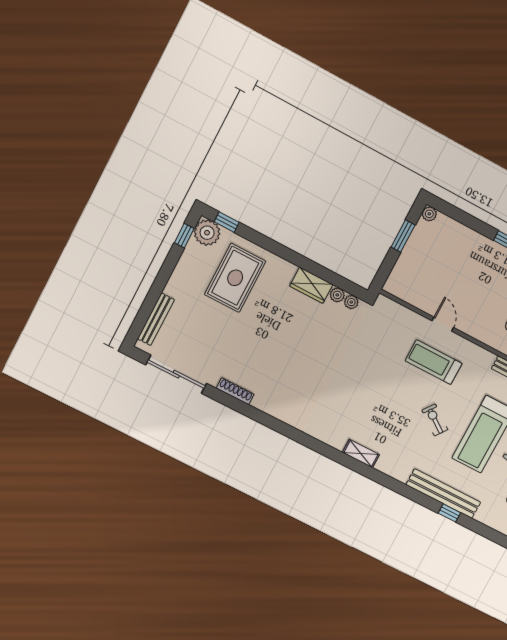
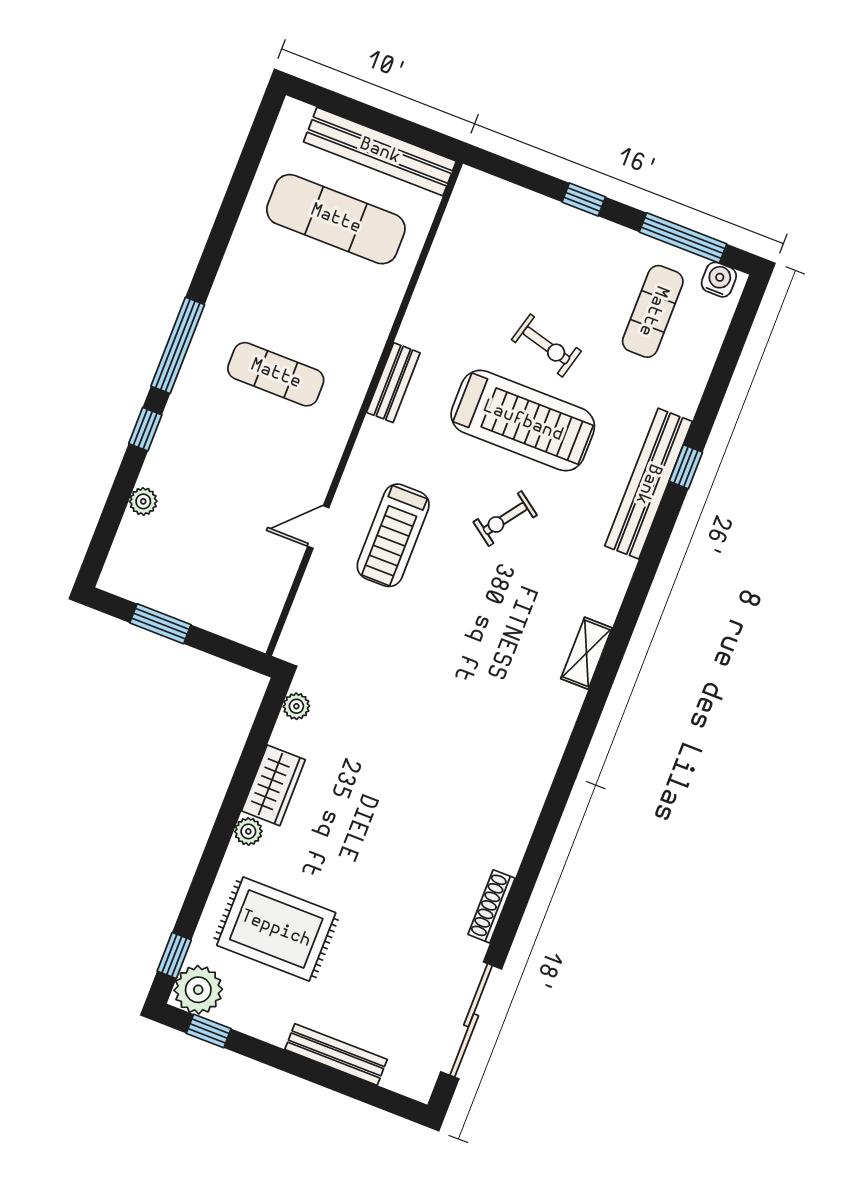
plant: (429, 214) -> (143, 501), moved
plant: (337, 295) -> (248, 831), moved
bench: (156, 319) -> (336, 1054), moved

